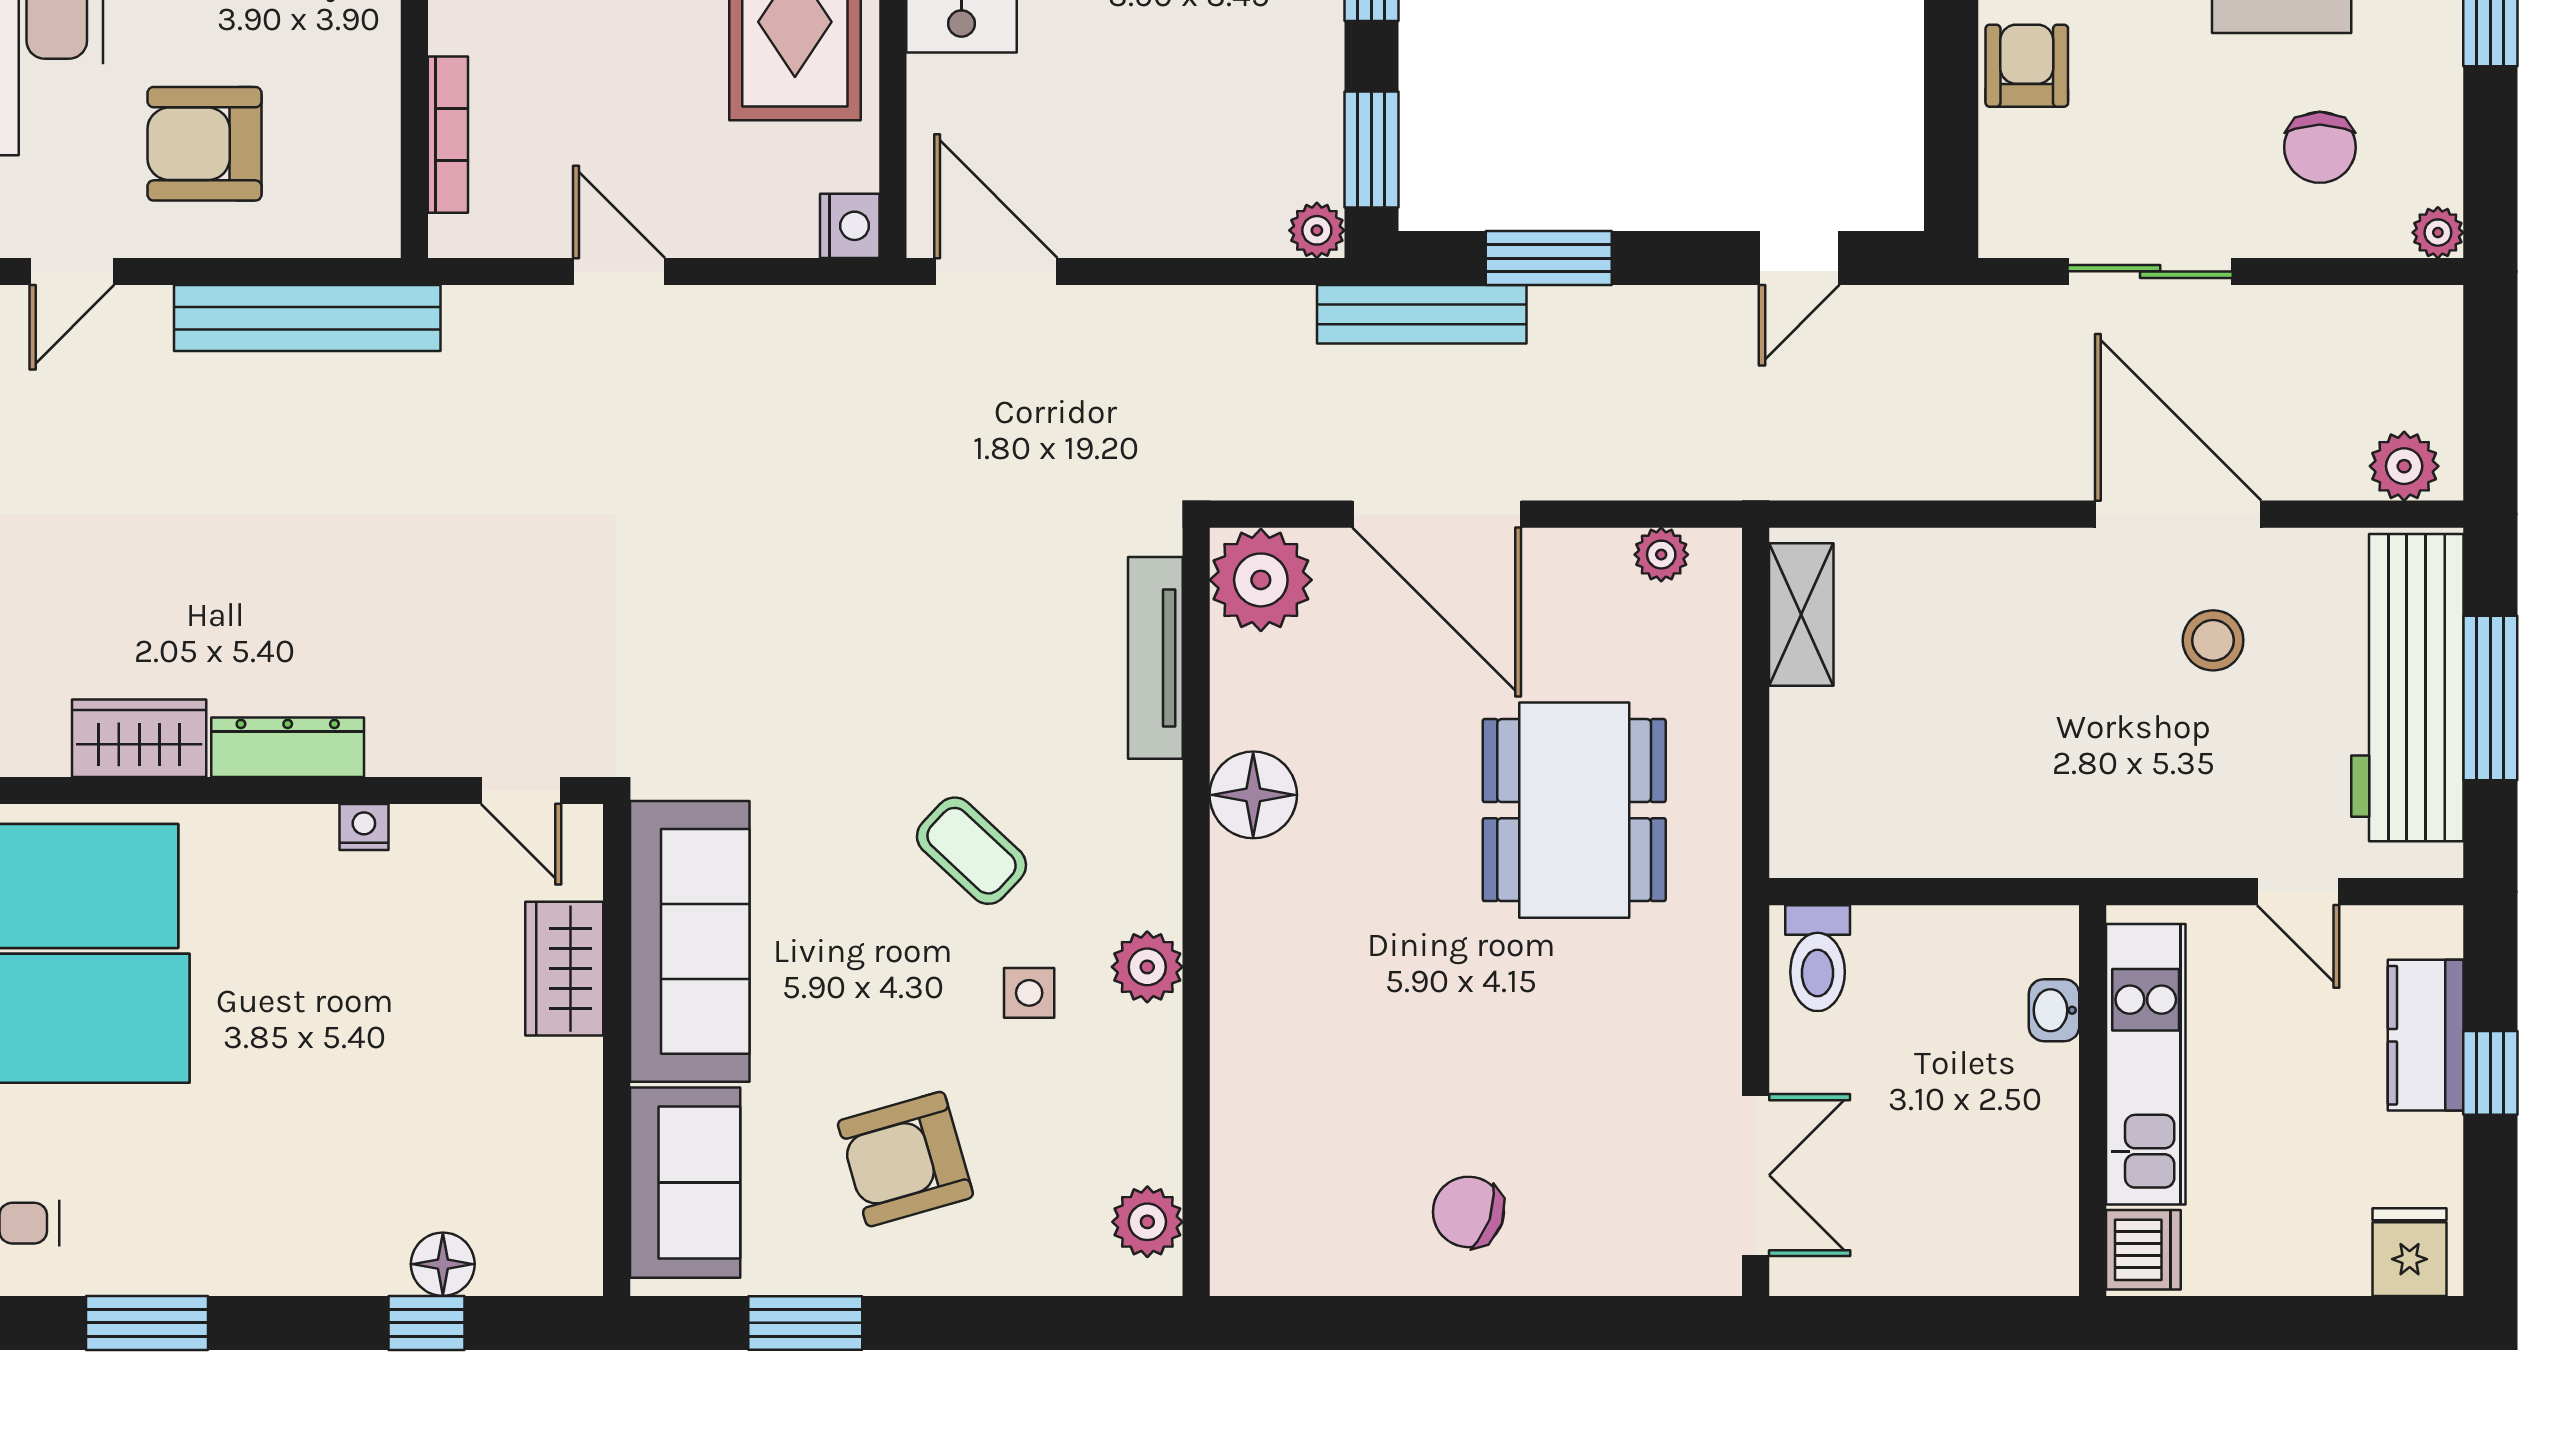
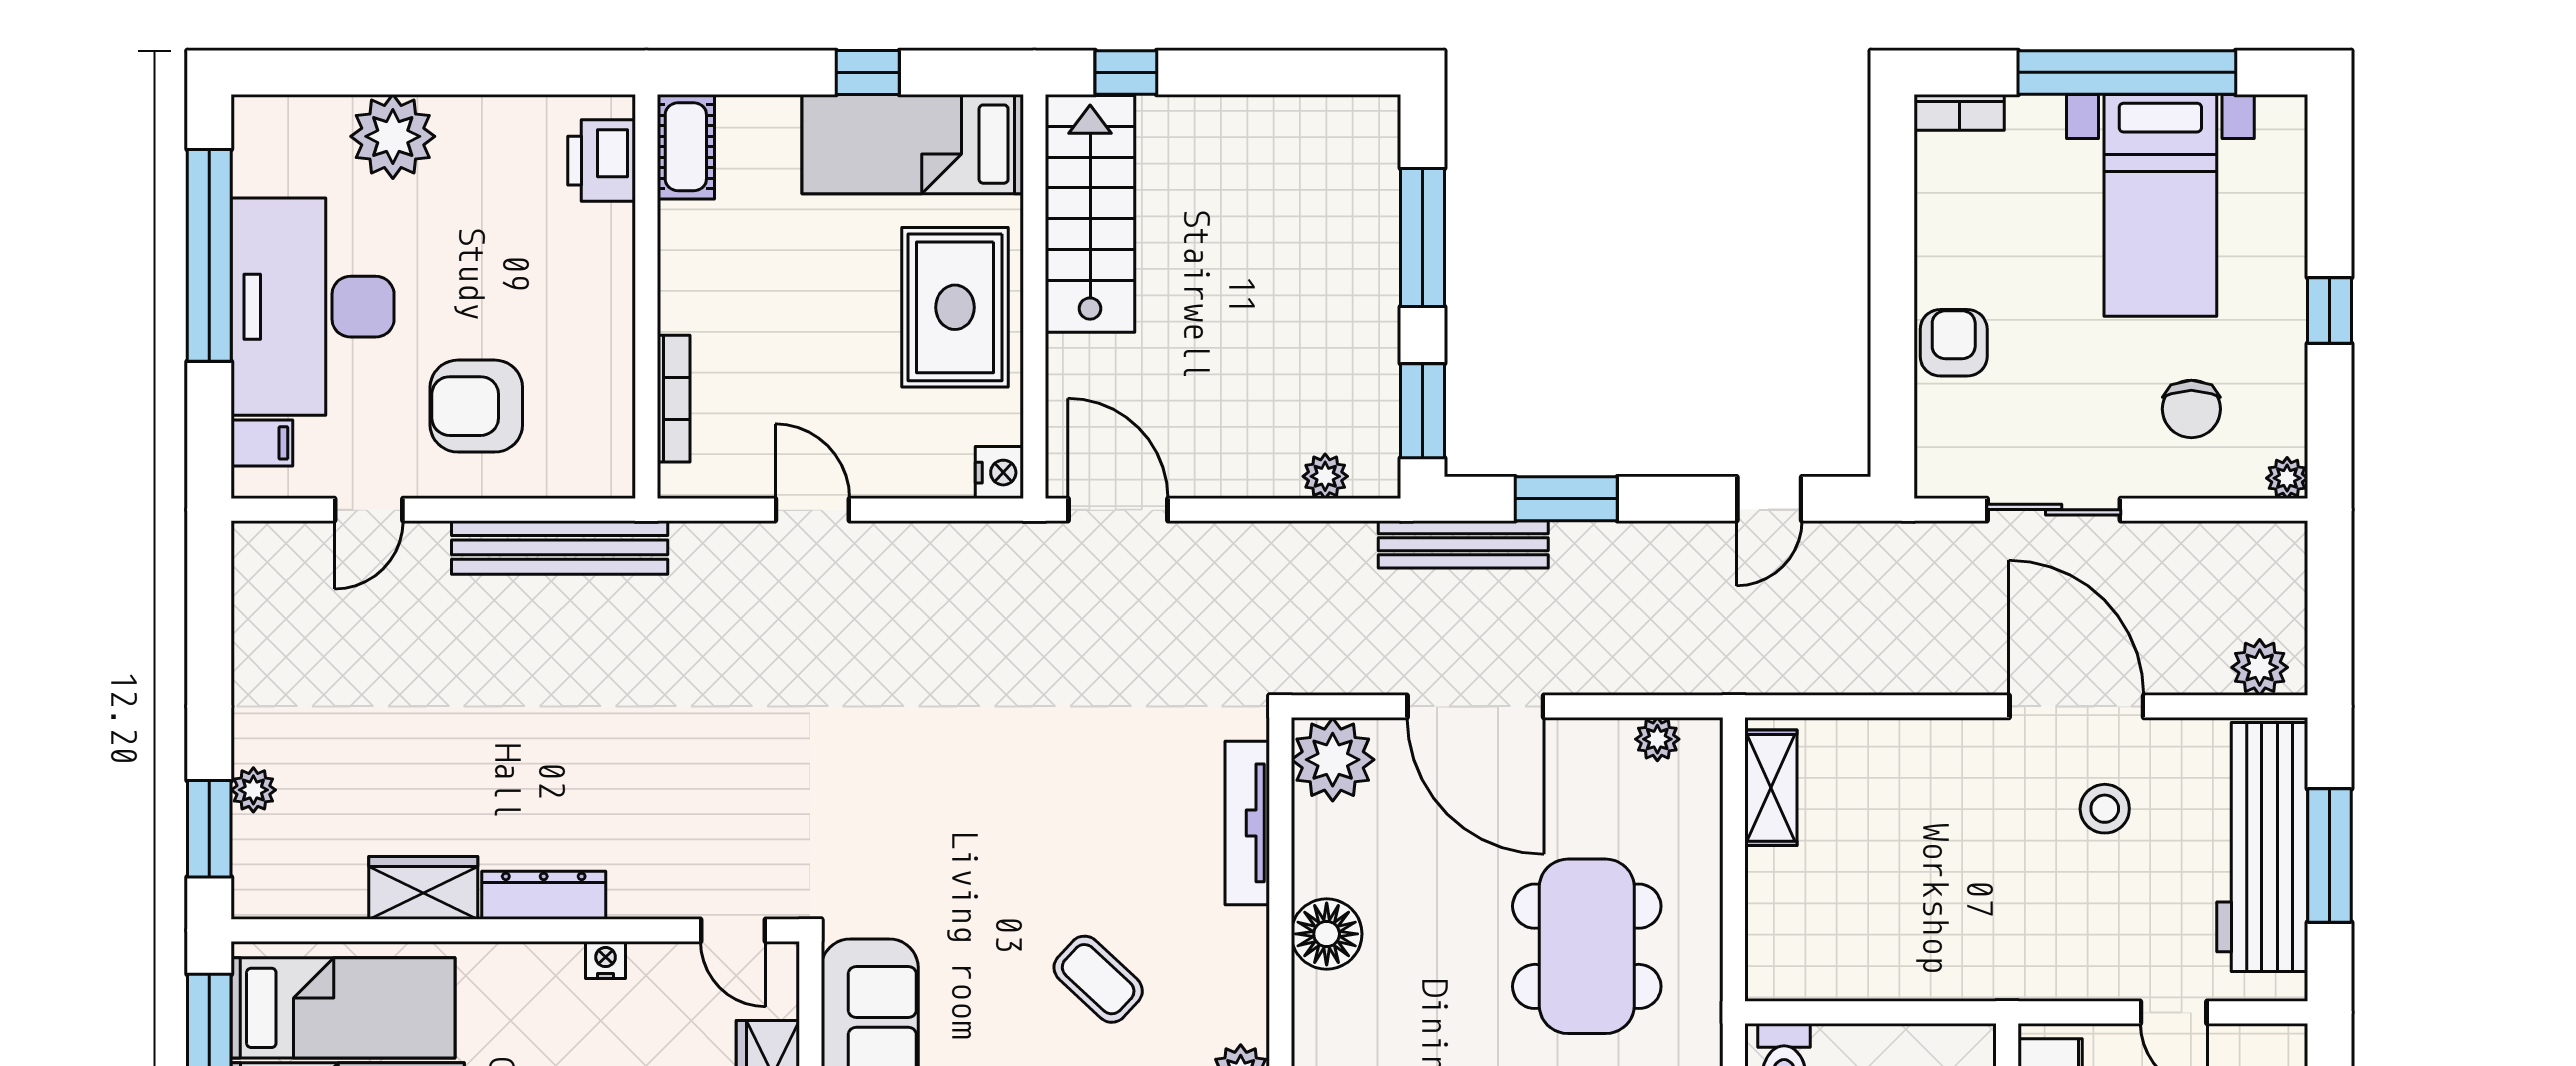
plant: (1317, 230) -> (1325, 476), moved

